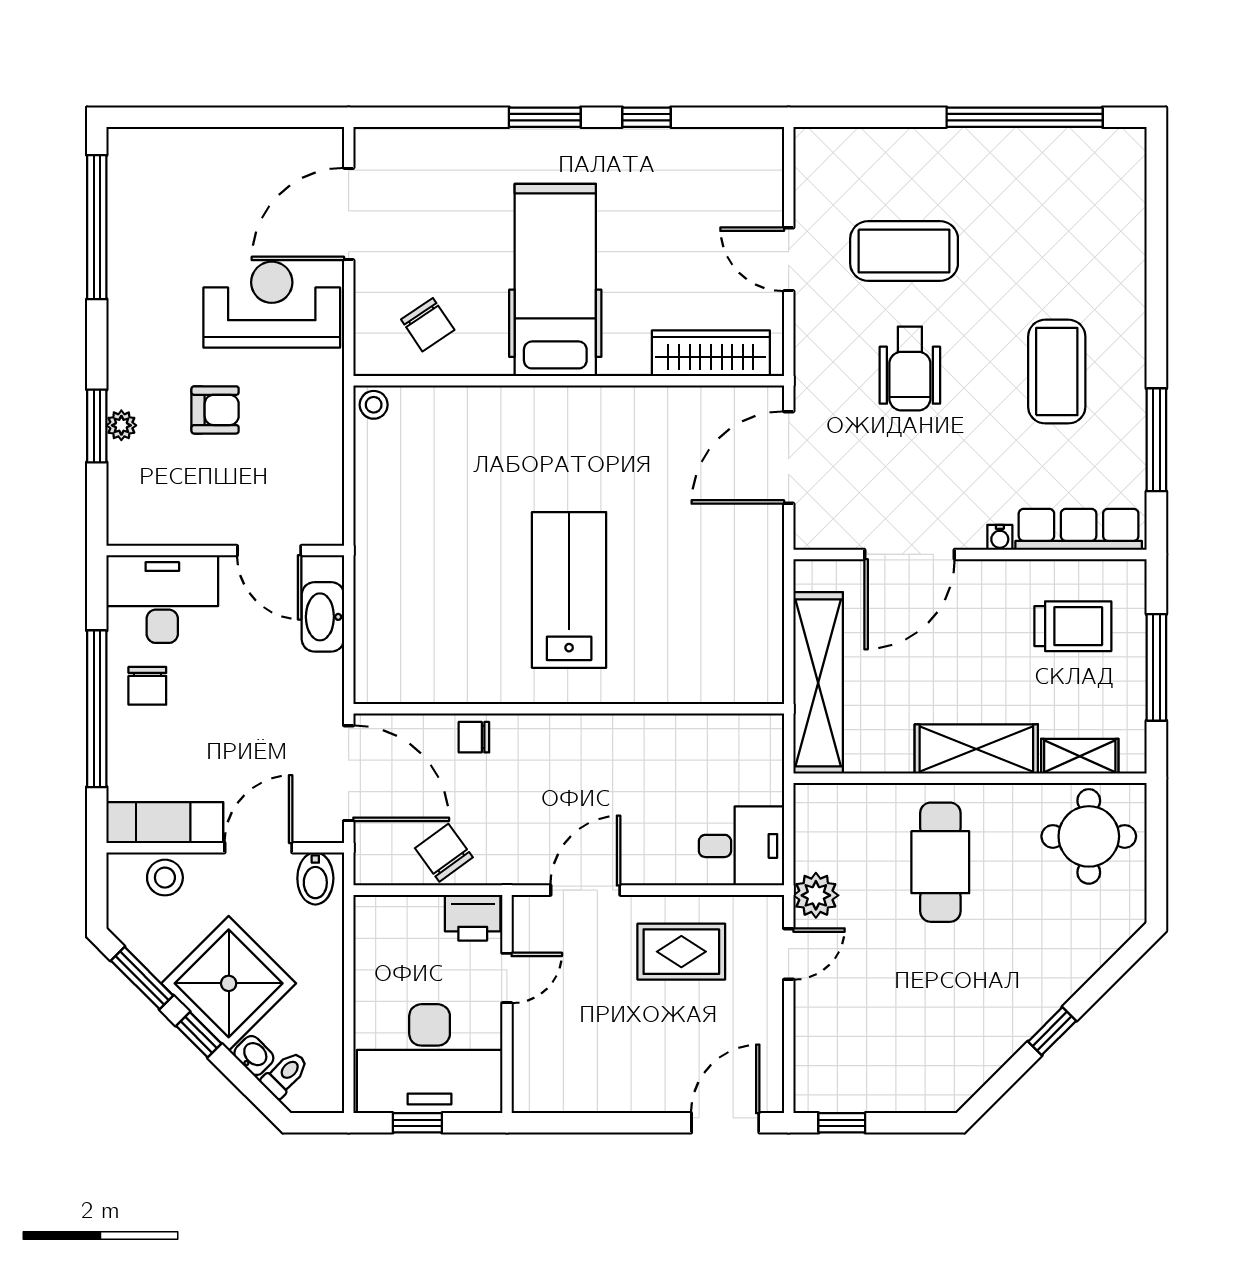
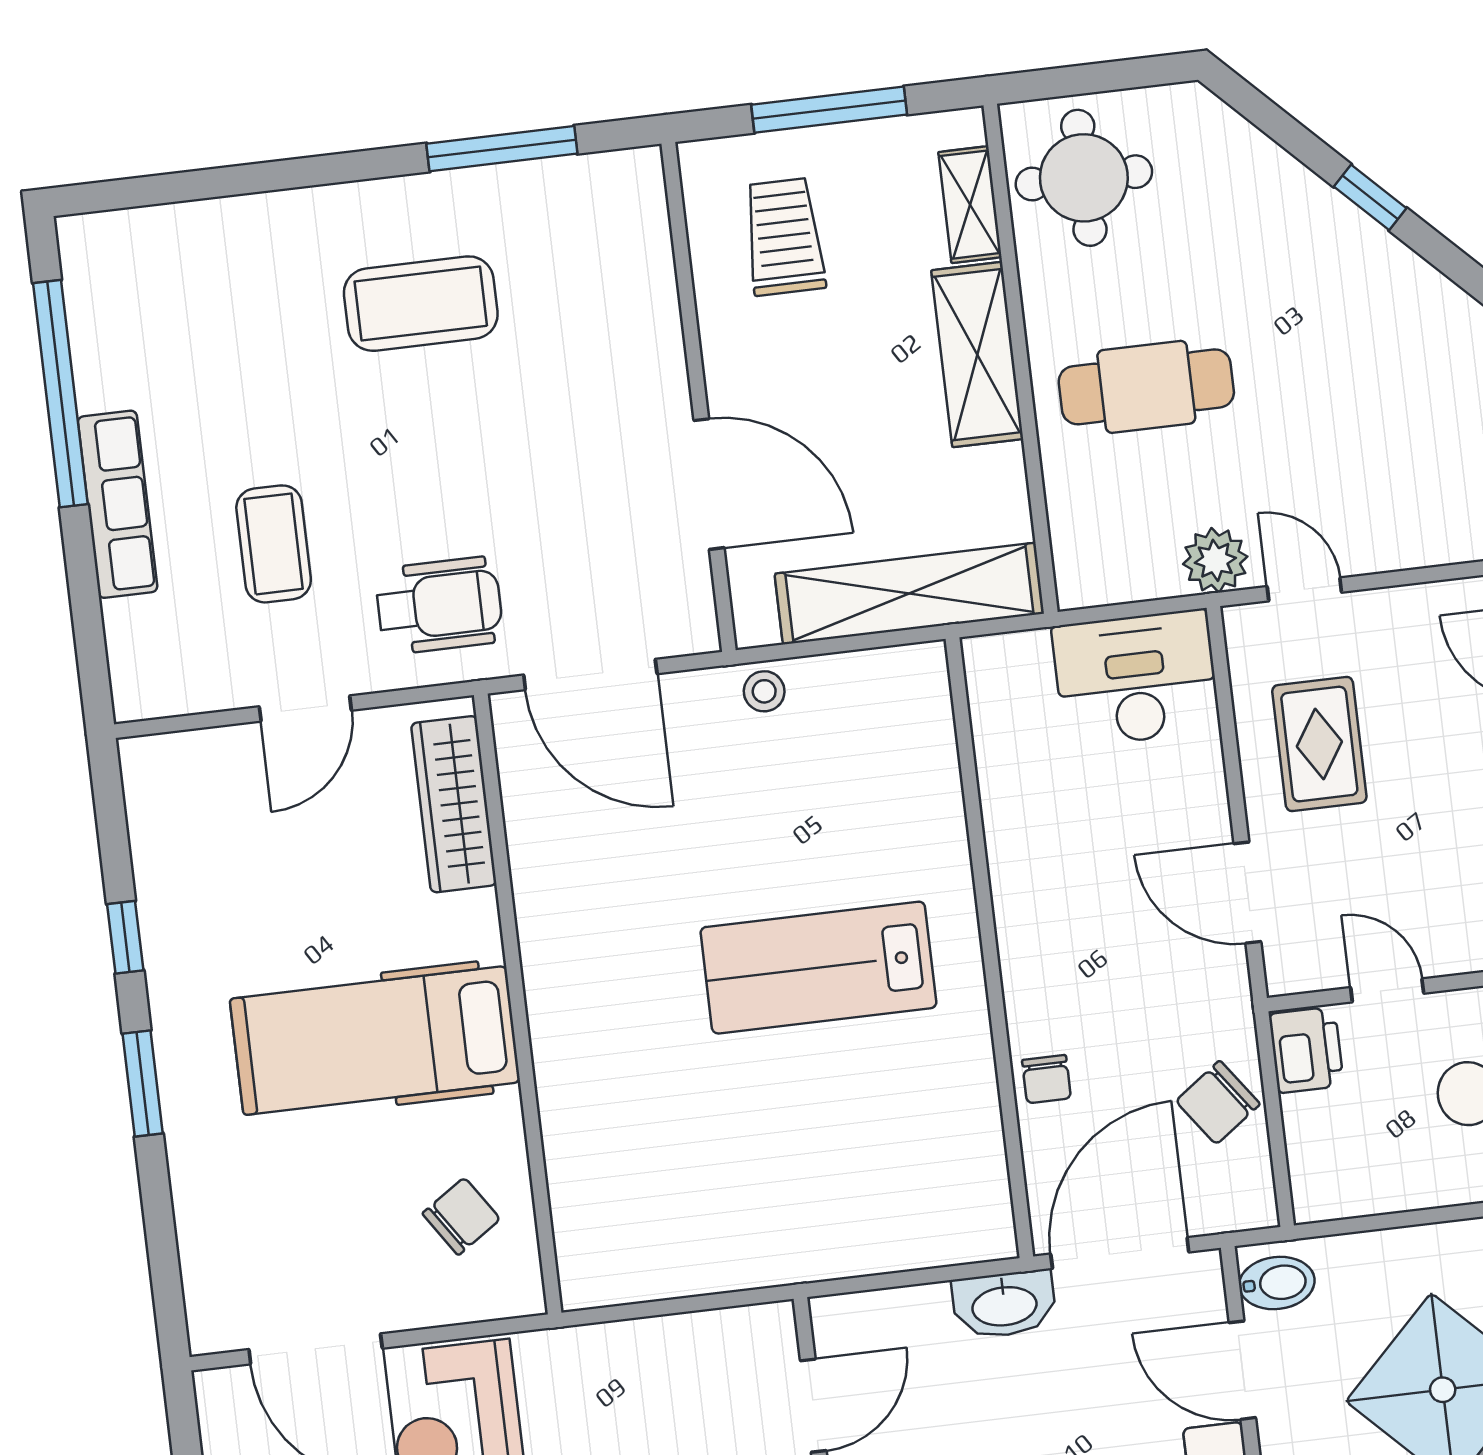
coffee table: (904, 251) -> (274, 544), width x0.73, depth x0.76
wheelchair: (910, 369) -> (439, 605), moved
stool: (374, 405) -> (764, 691), moved
row of seats: (1079, 529) -> (118, 504), moved, turned 180
water cooler: (1000, 537) -> (669, 357), removed
washbasin: (323, 617) -> (1004, 1304), moved
desk: (741, 846) -> (1136, 678), width x1.37

